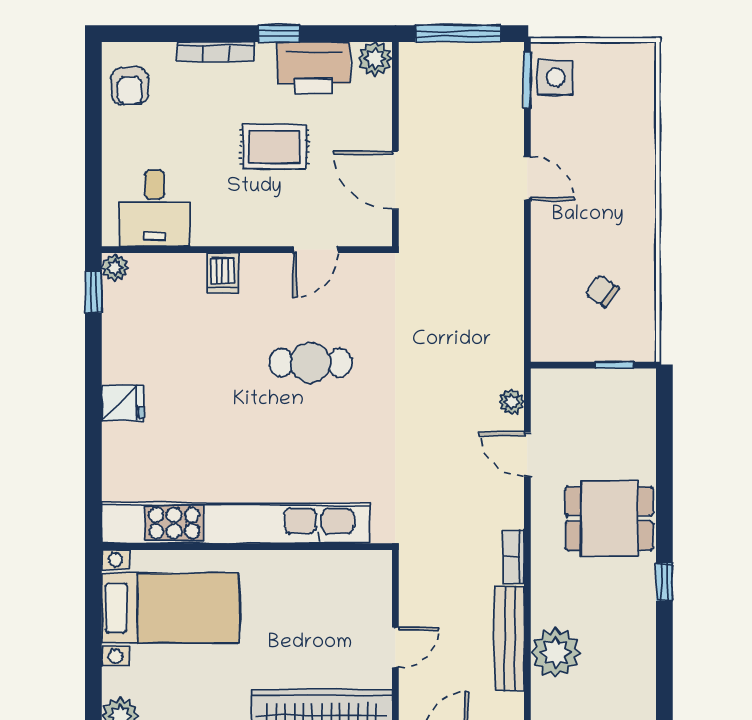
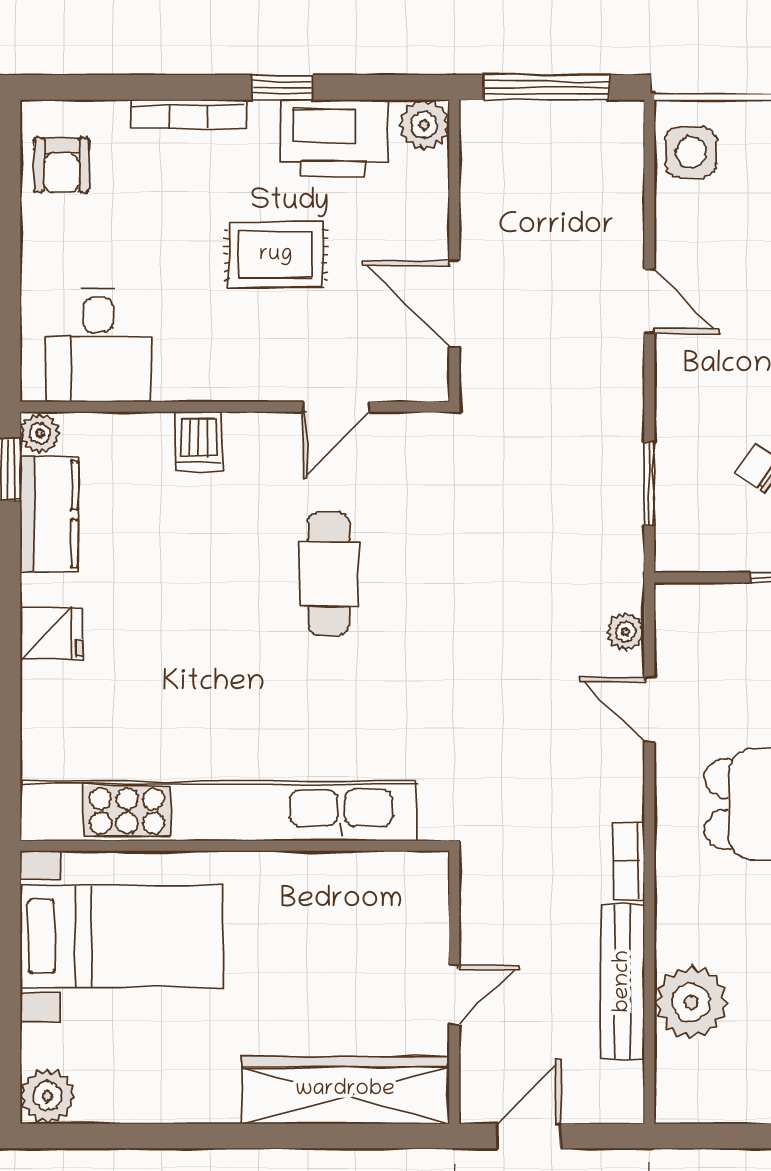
window: (527, 80) -> (649, 484), moved
kitchen counter: (121, 323) -> (49, 515), added
cafe table: (311, 363) -> (329, 574), turned 90

